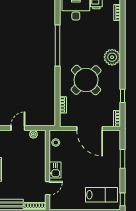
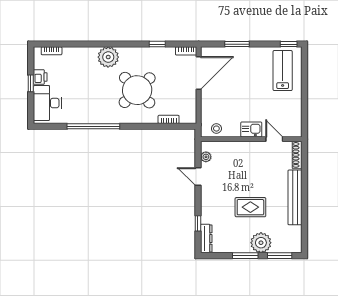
door: (90, 128) -> (199, 73), moved

